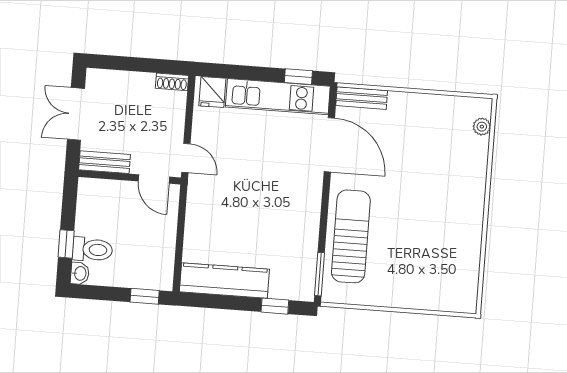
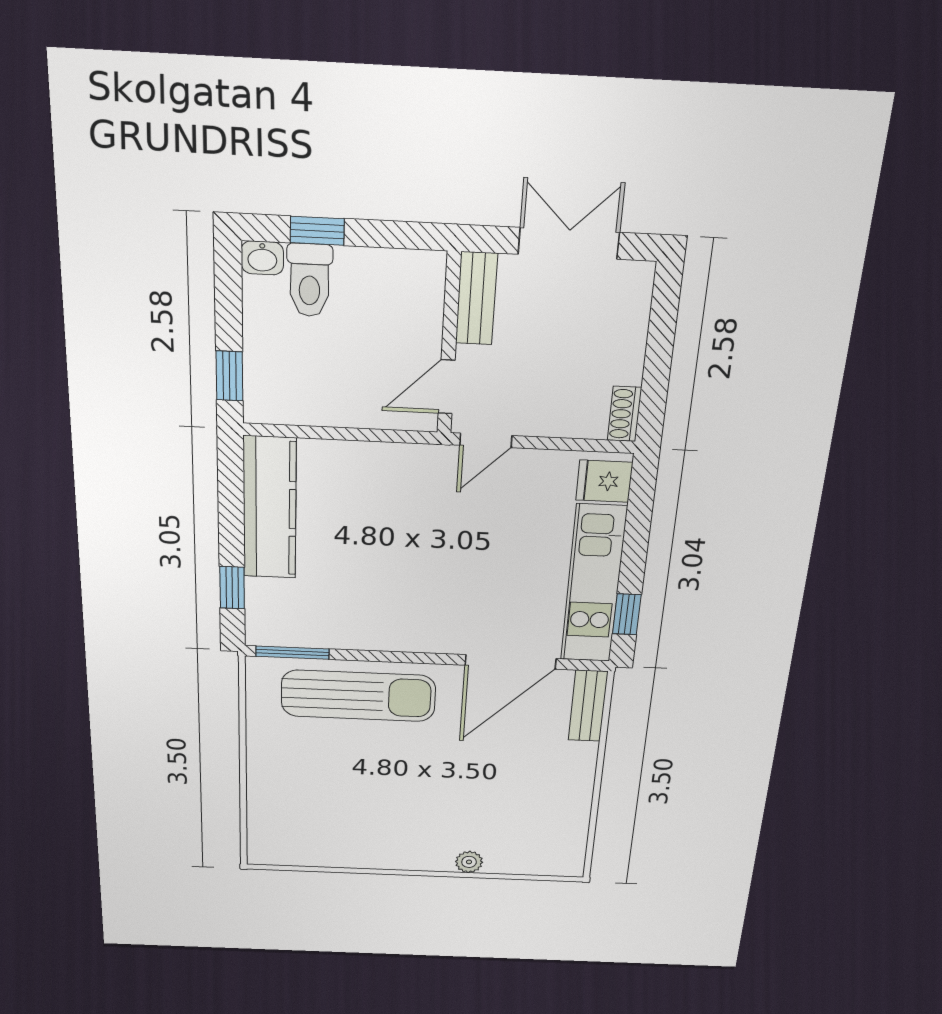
plant: (482, 127) -> (469, 862), moved

